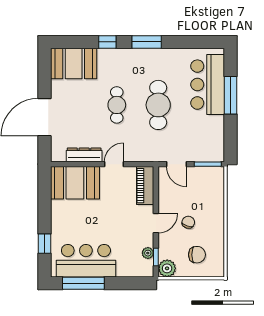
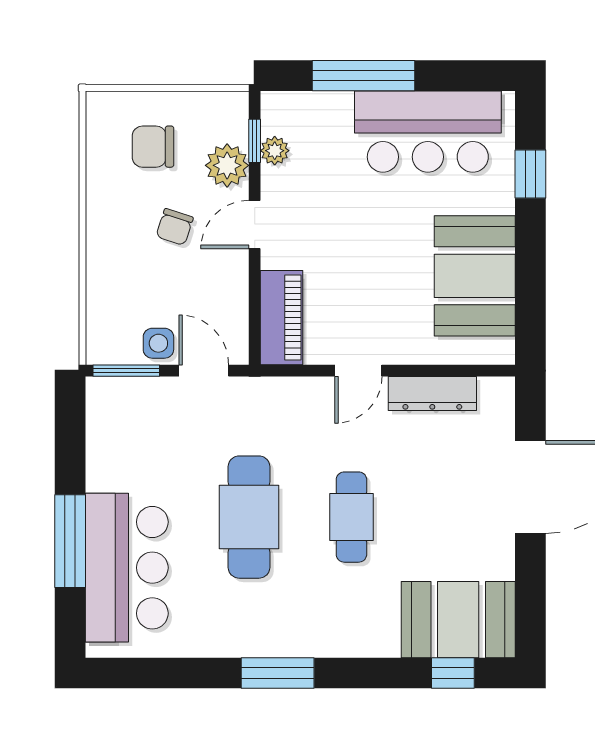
window: (107, 42) -> (453, 673), moved
side table: (195, 175) -> (158, 343), added
booth: (75, 183) -> (475, 276), moved, turned 90
plant: (167, 268) -> (227, 165), moved
window: (83, 283) -> (364, 76), moved

